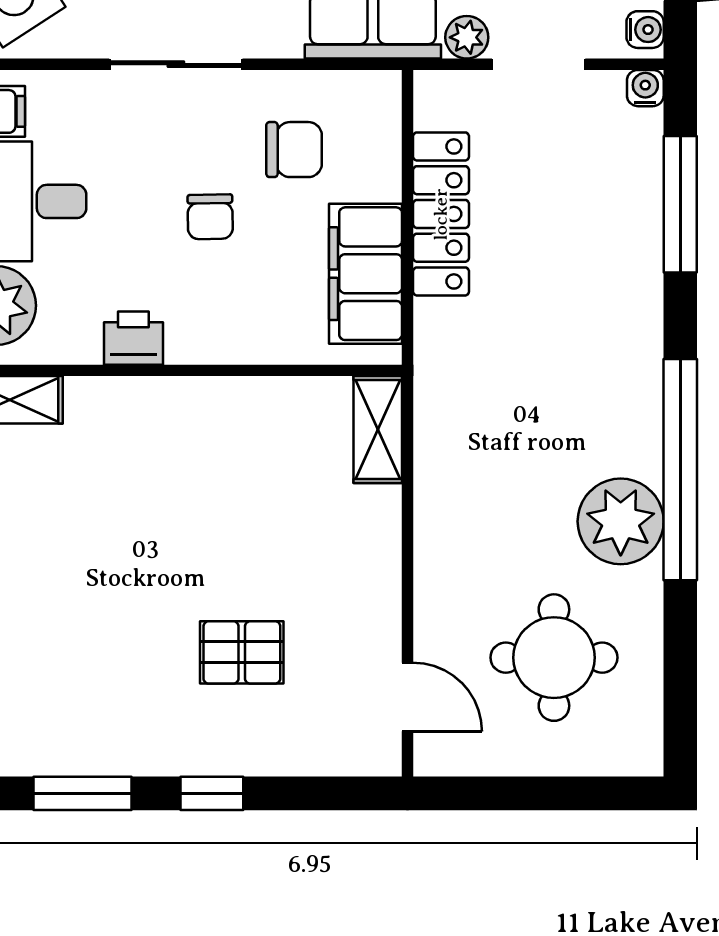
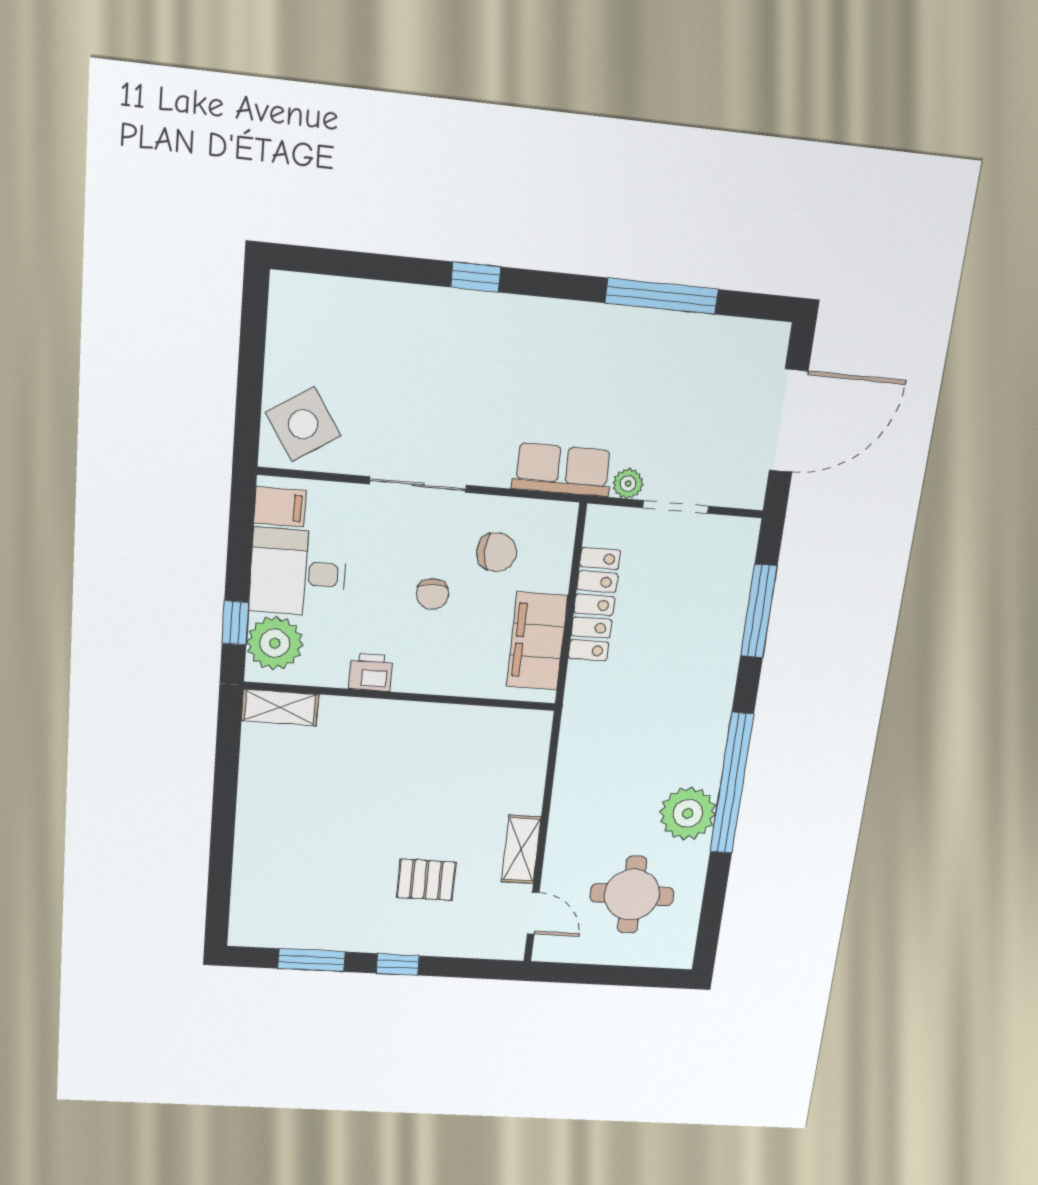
water cooler: (645, 30) -> (753, 489), removed
water cooler: (645, 88) -> (747, 530), removed
shelving: (378, 430) -> (521, 849), moved

